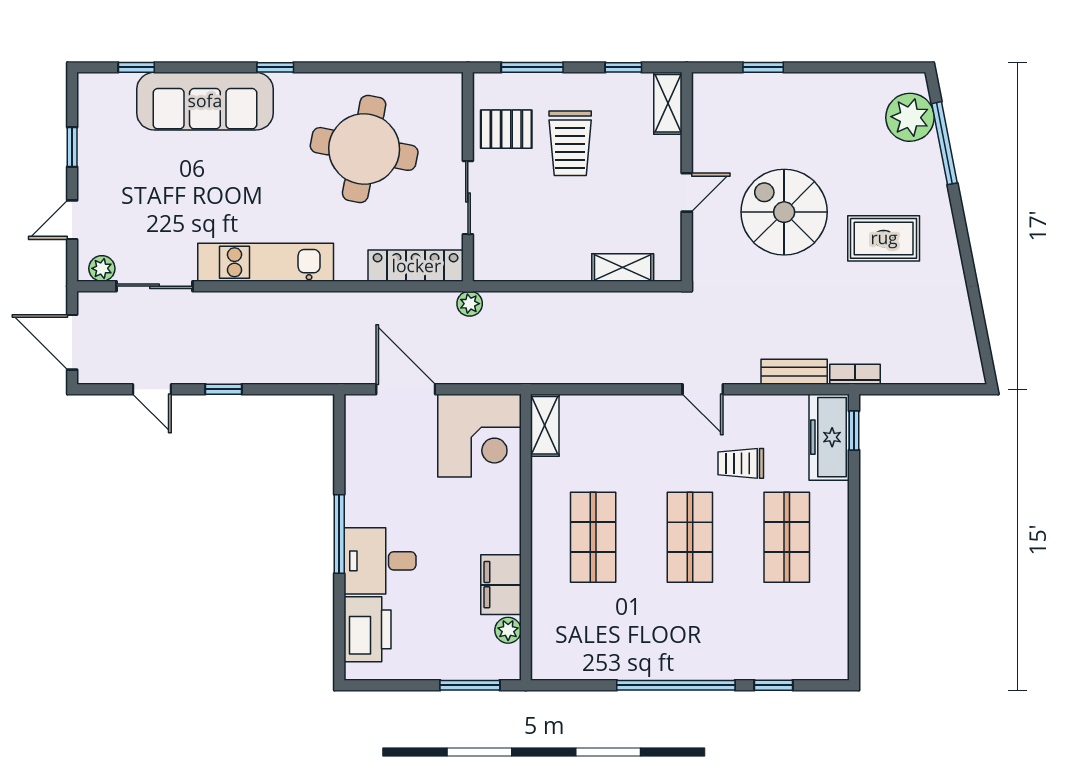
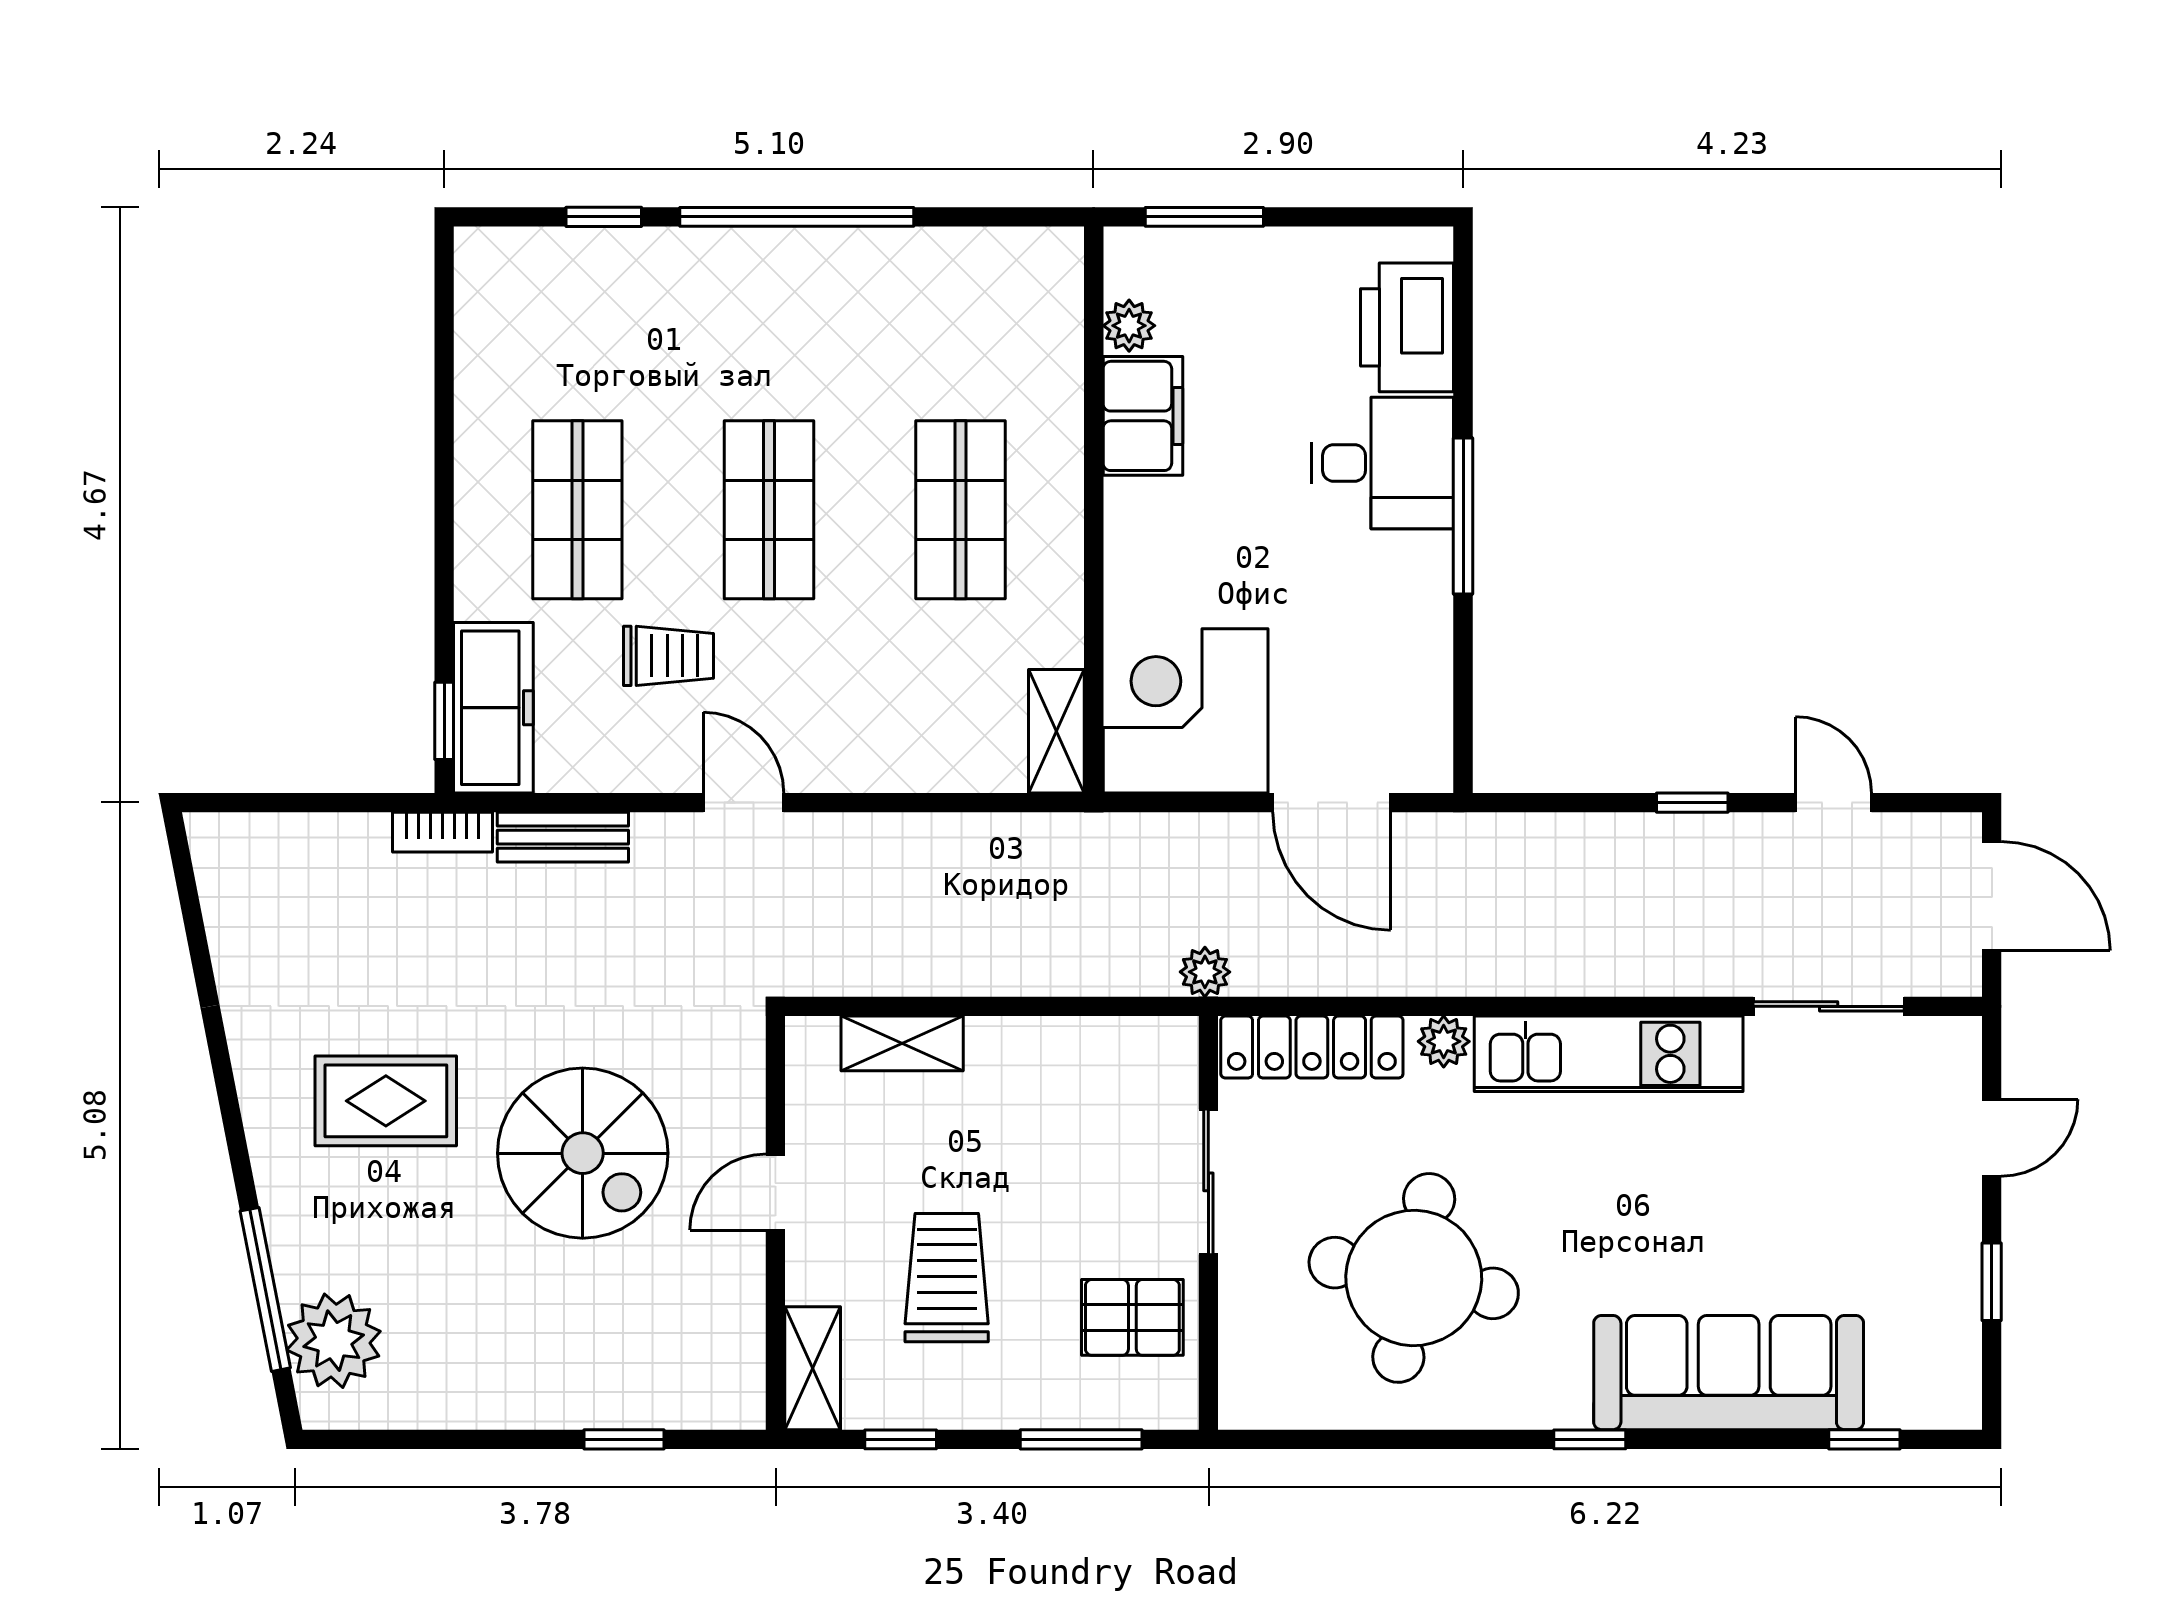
trolley: (570, 143) -> (947, 1278), moved
plant: (102, 268) -> (1444, 1041), moved

